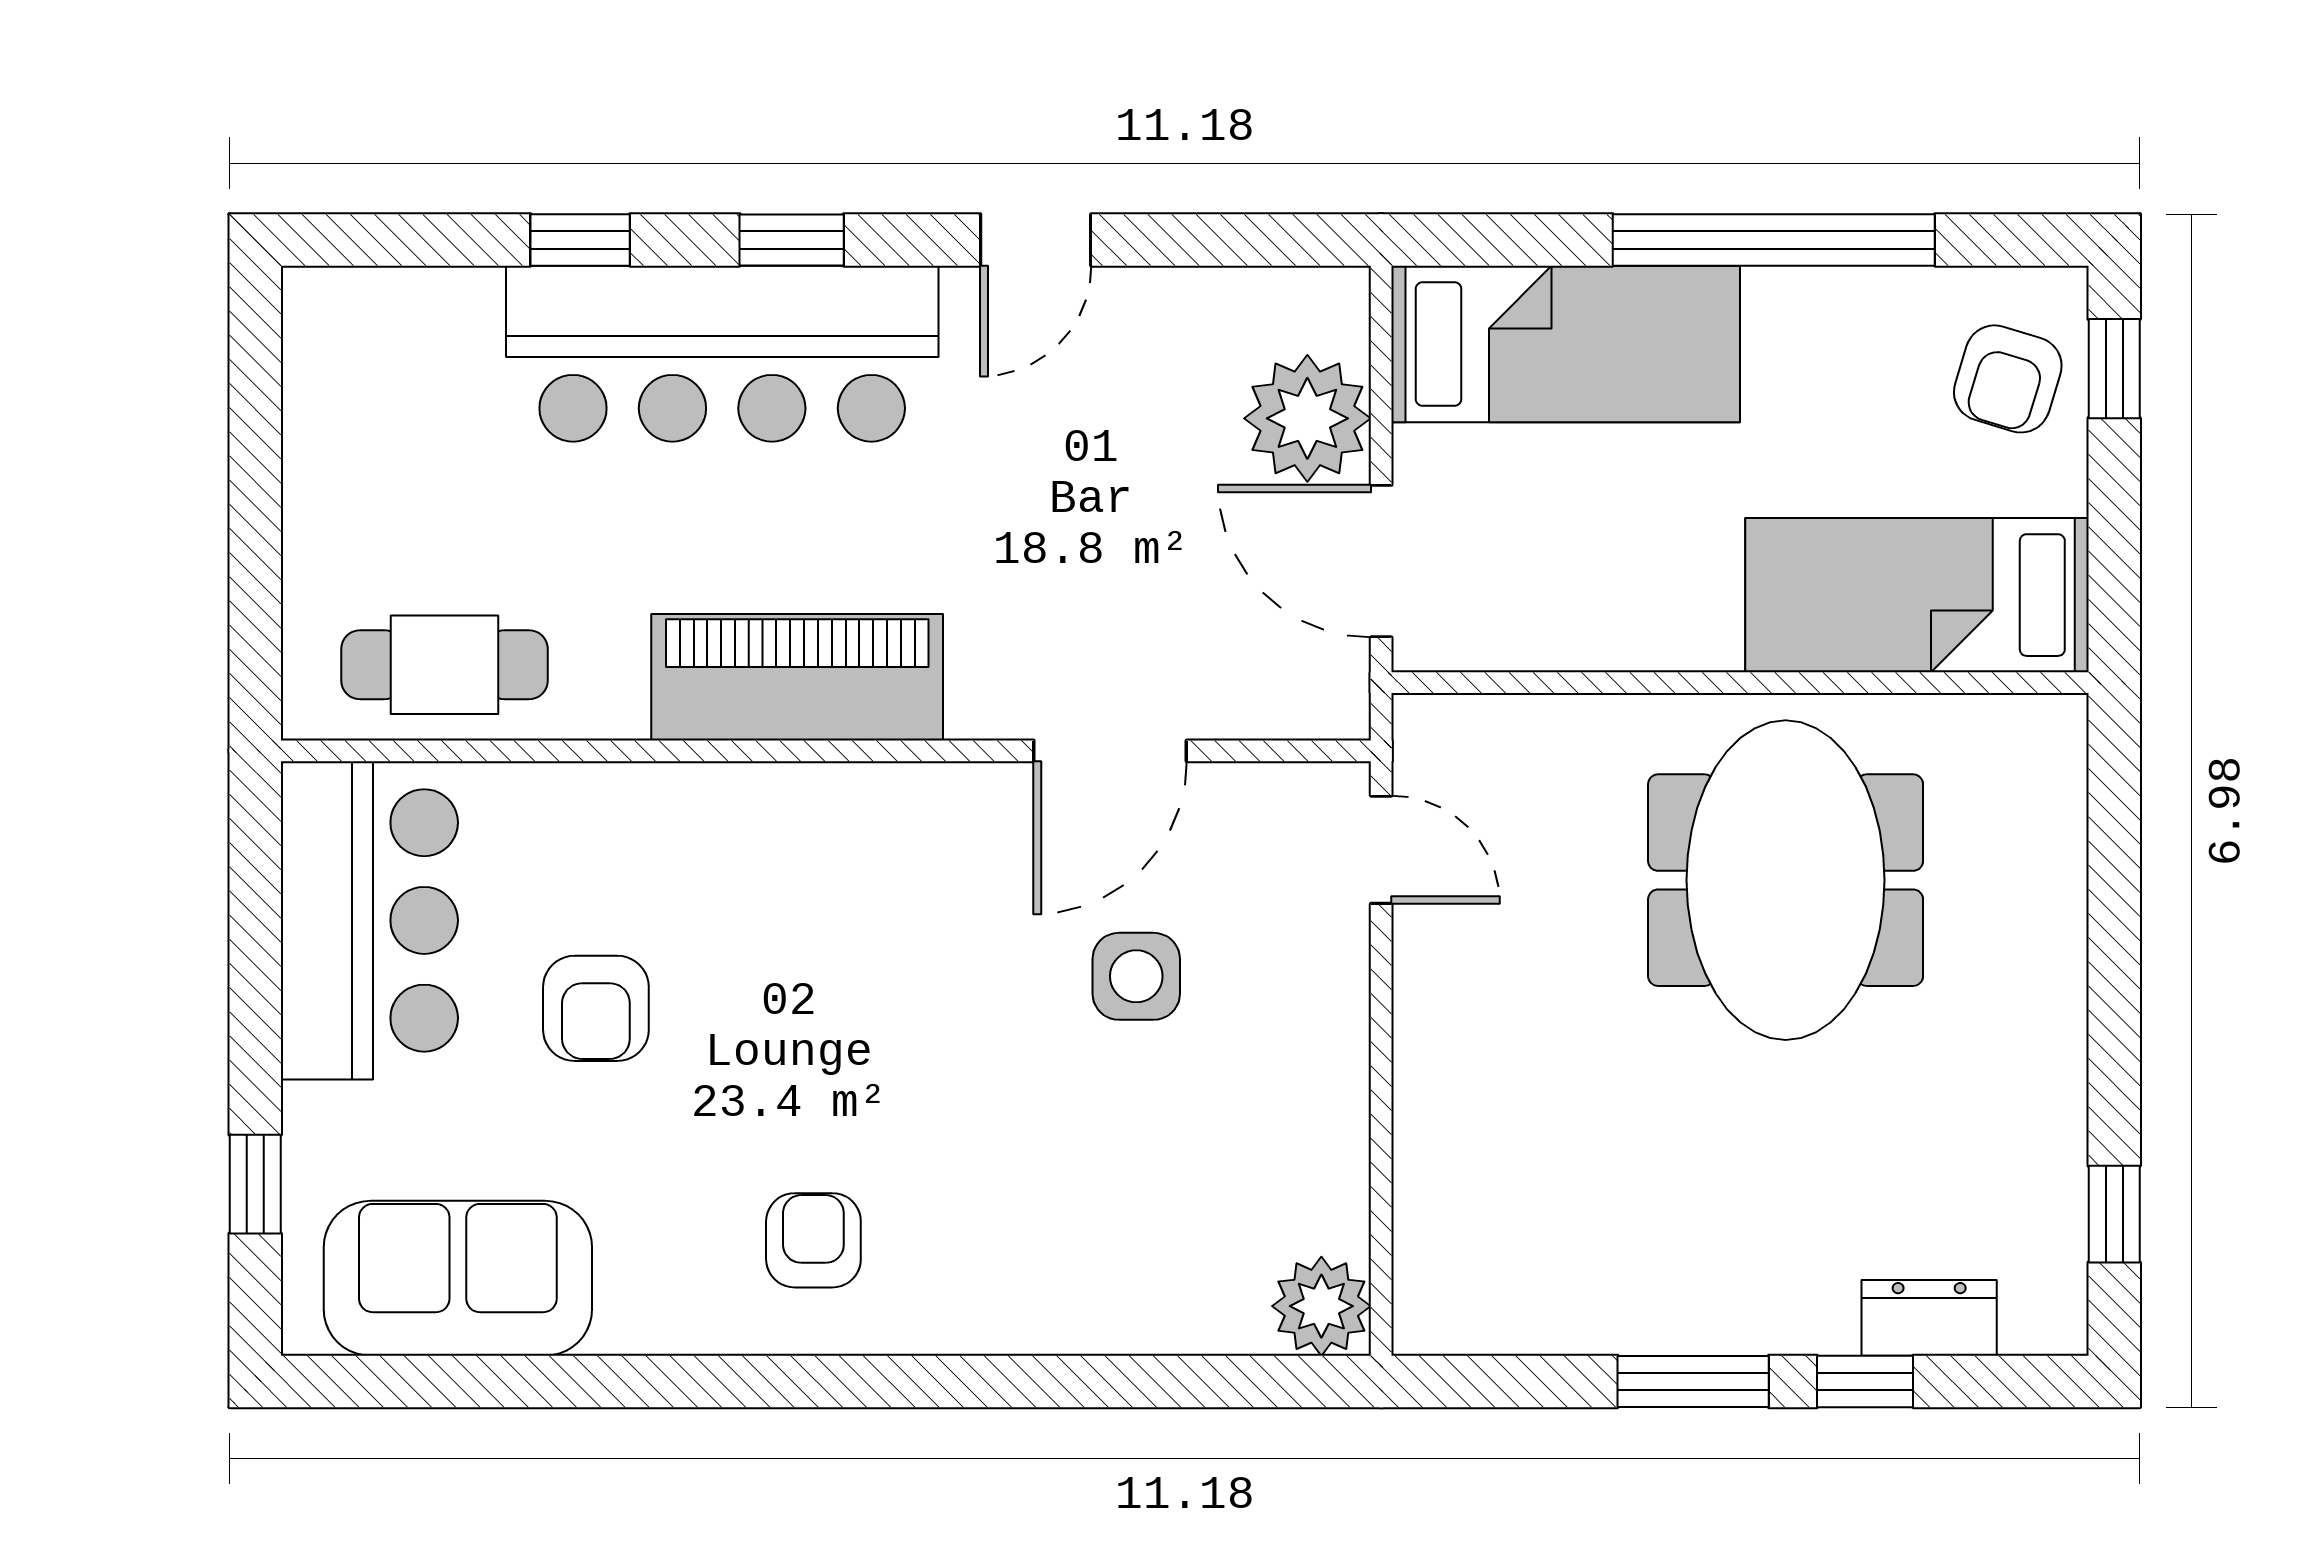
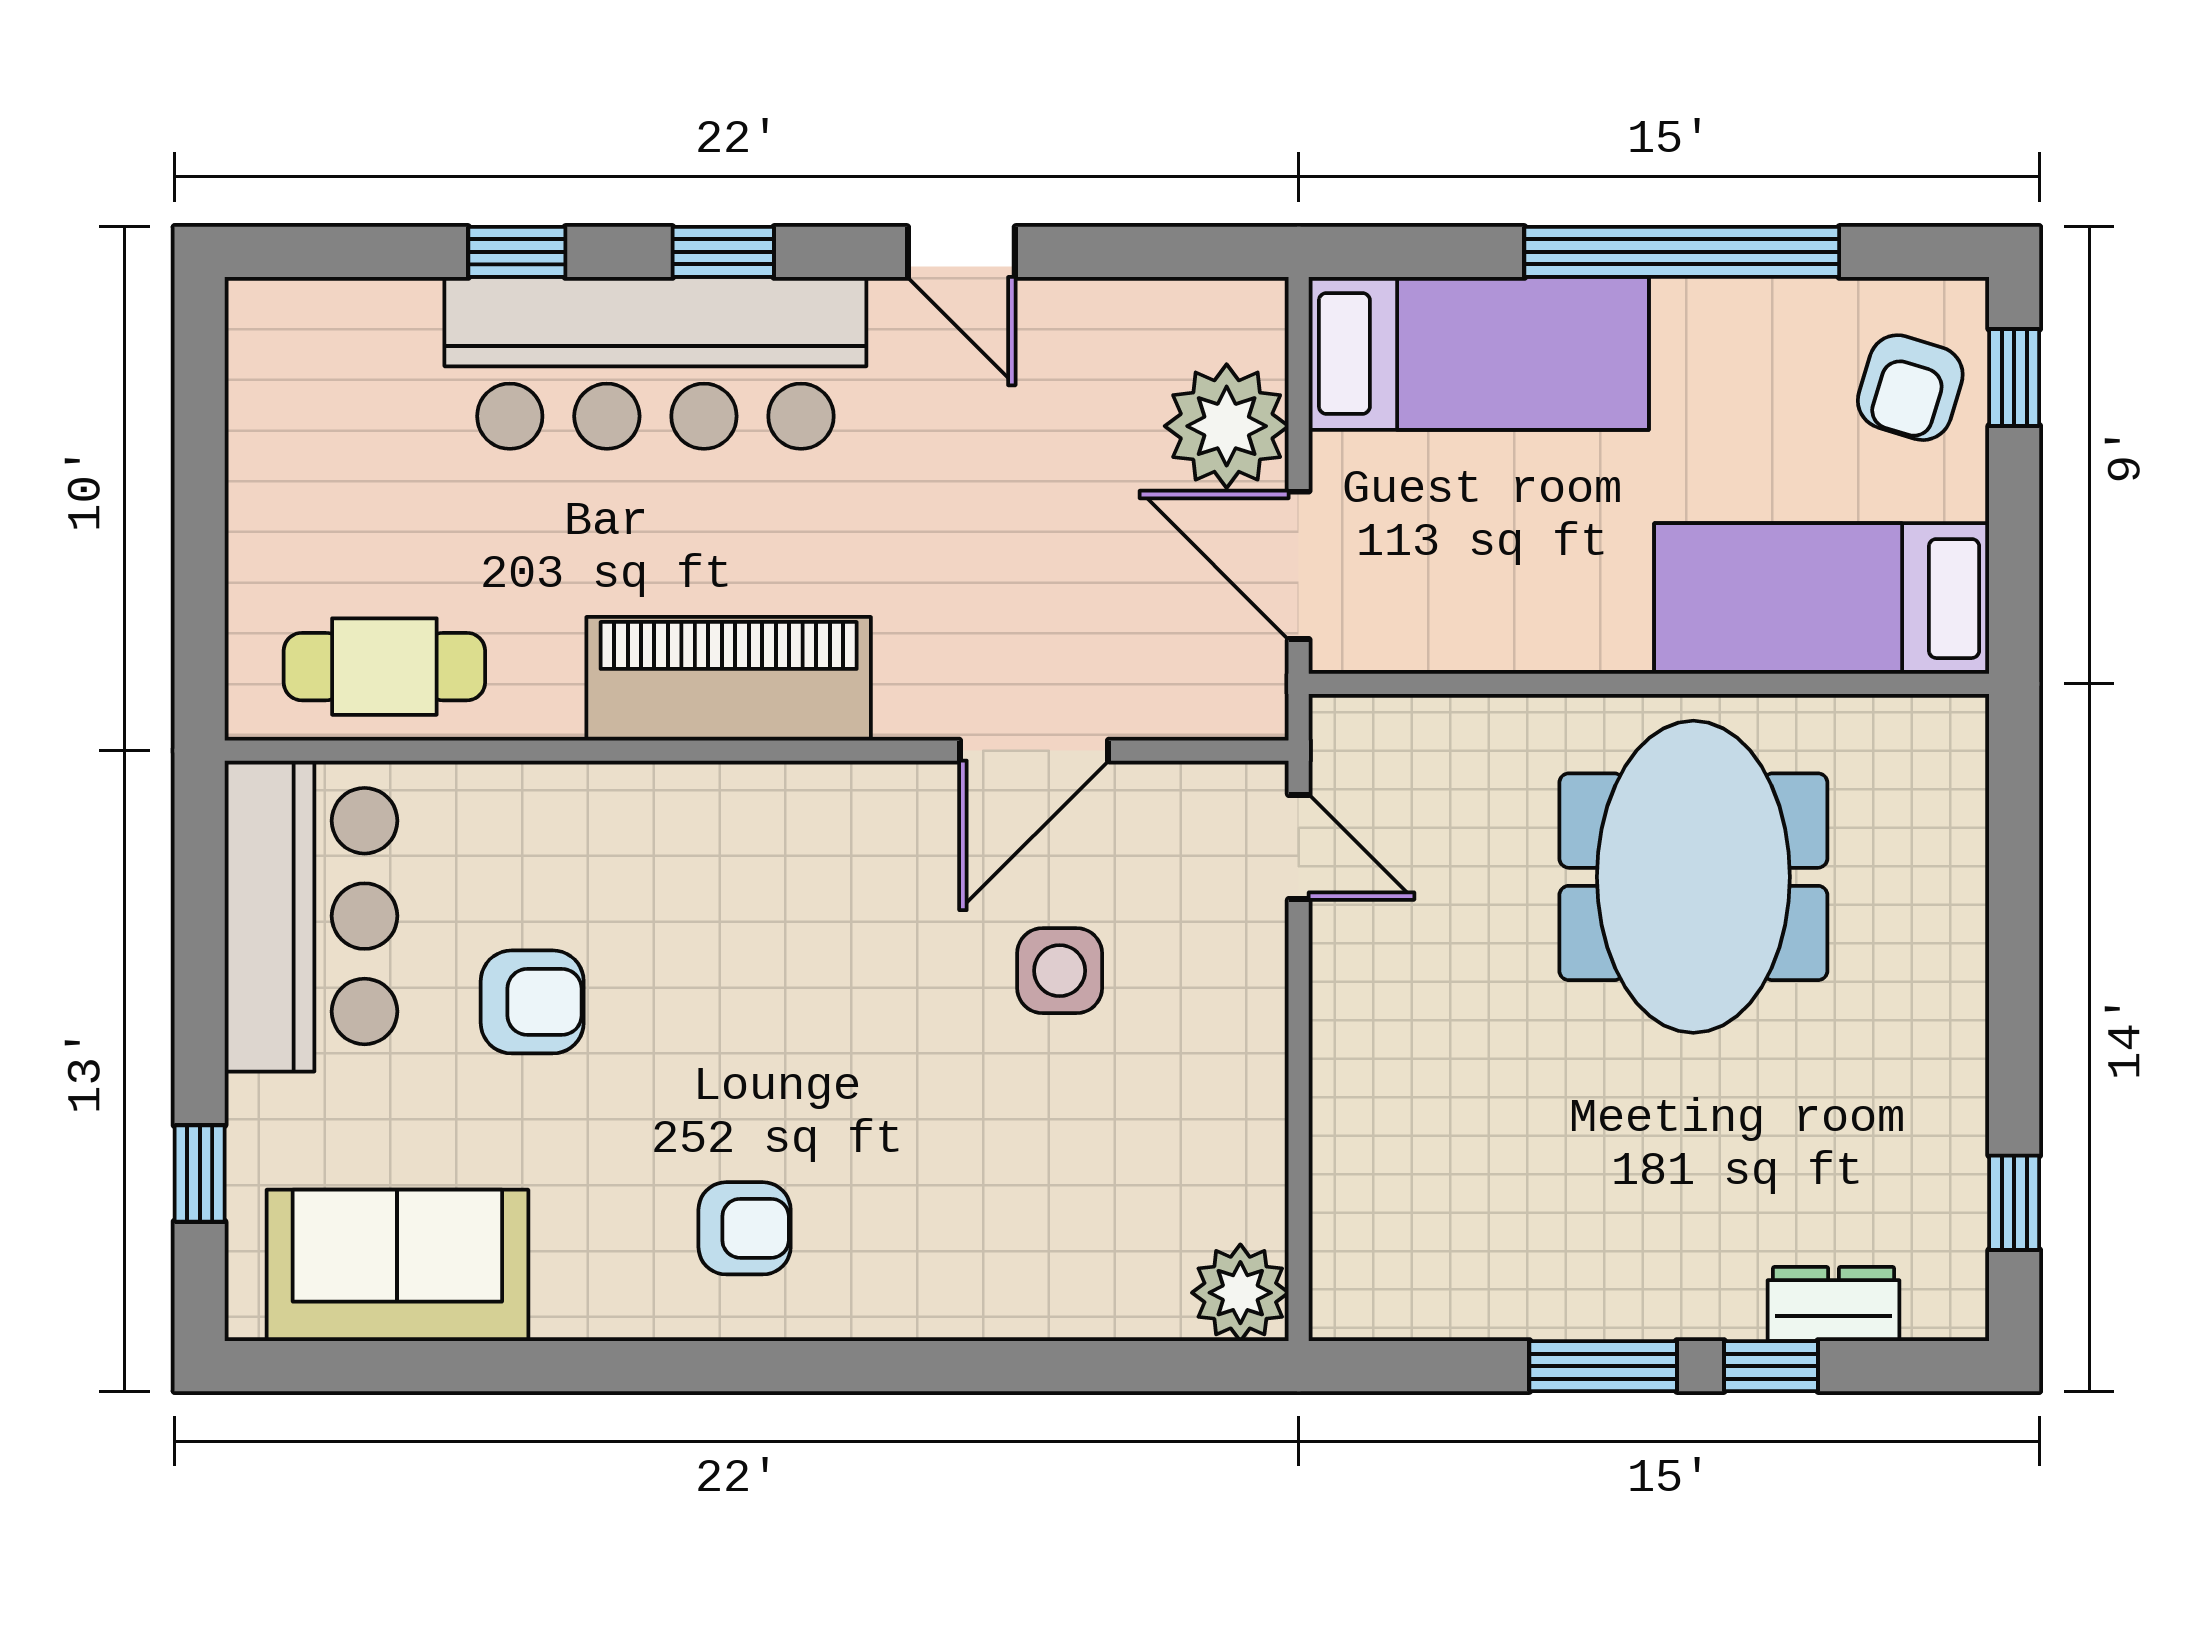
door: (1036, 240) -> (961, 252), hinge flipped
armchair: (596, 1008) -> (532, 1002), turned -90
armchair: (813, 1240) -> (745, 1228), turned 90

